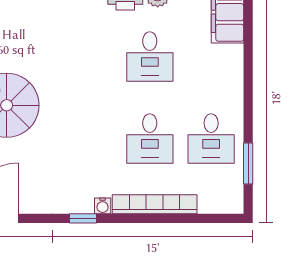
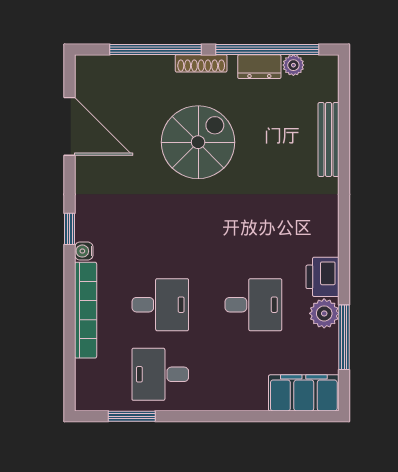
desk: (150, 57) -> (253, 305), turned 180
desk: (150, 139) -> (160, 305), turned 180

